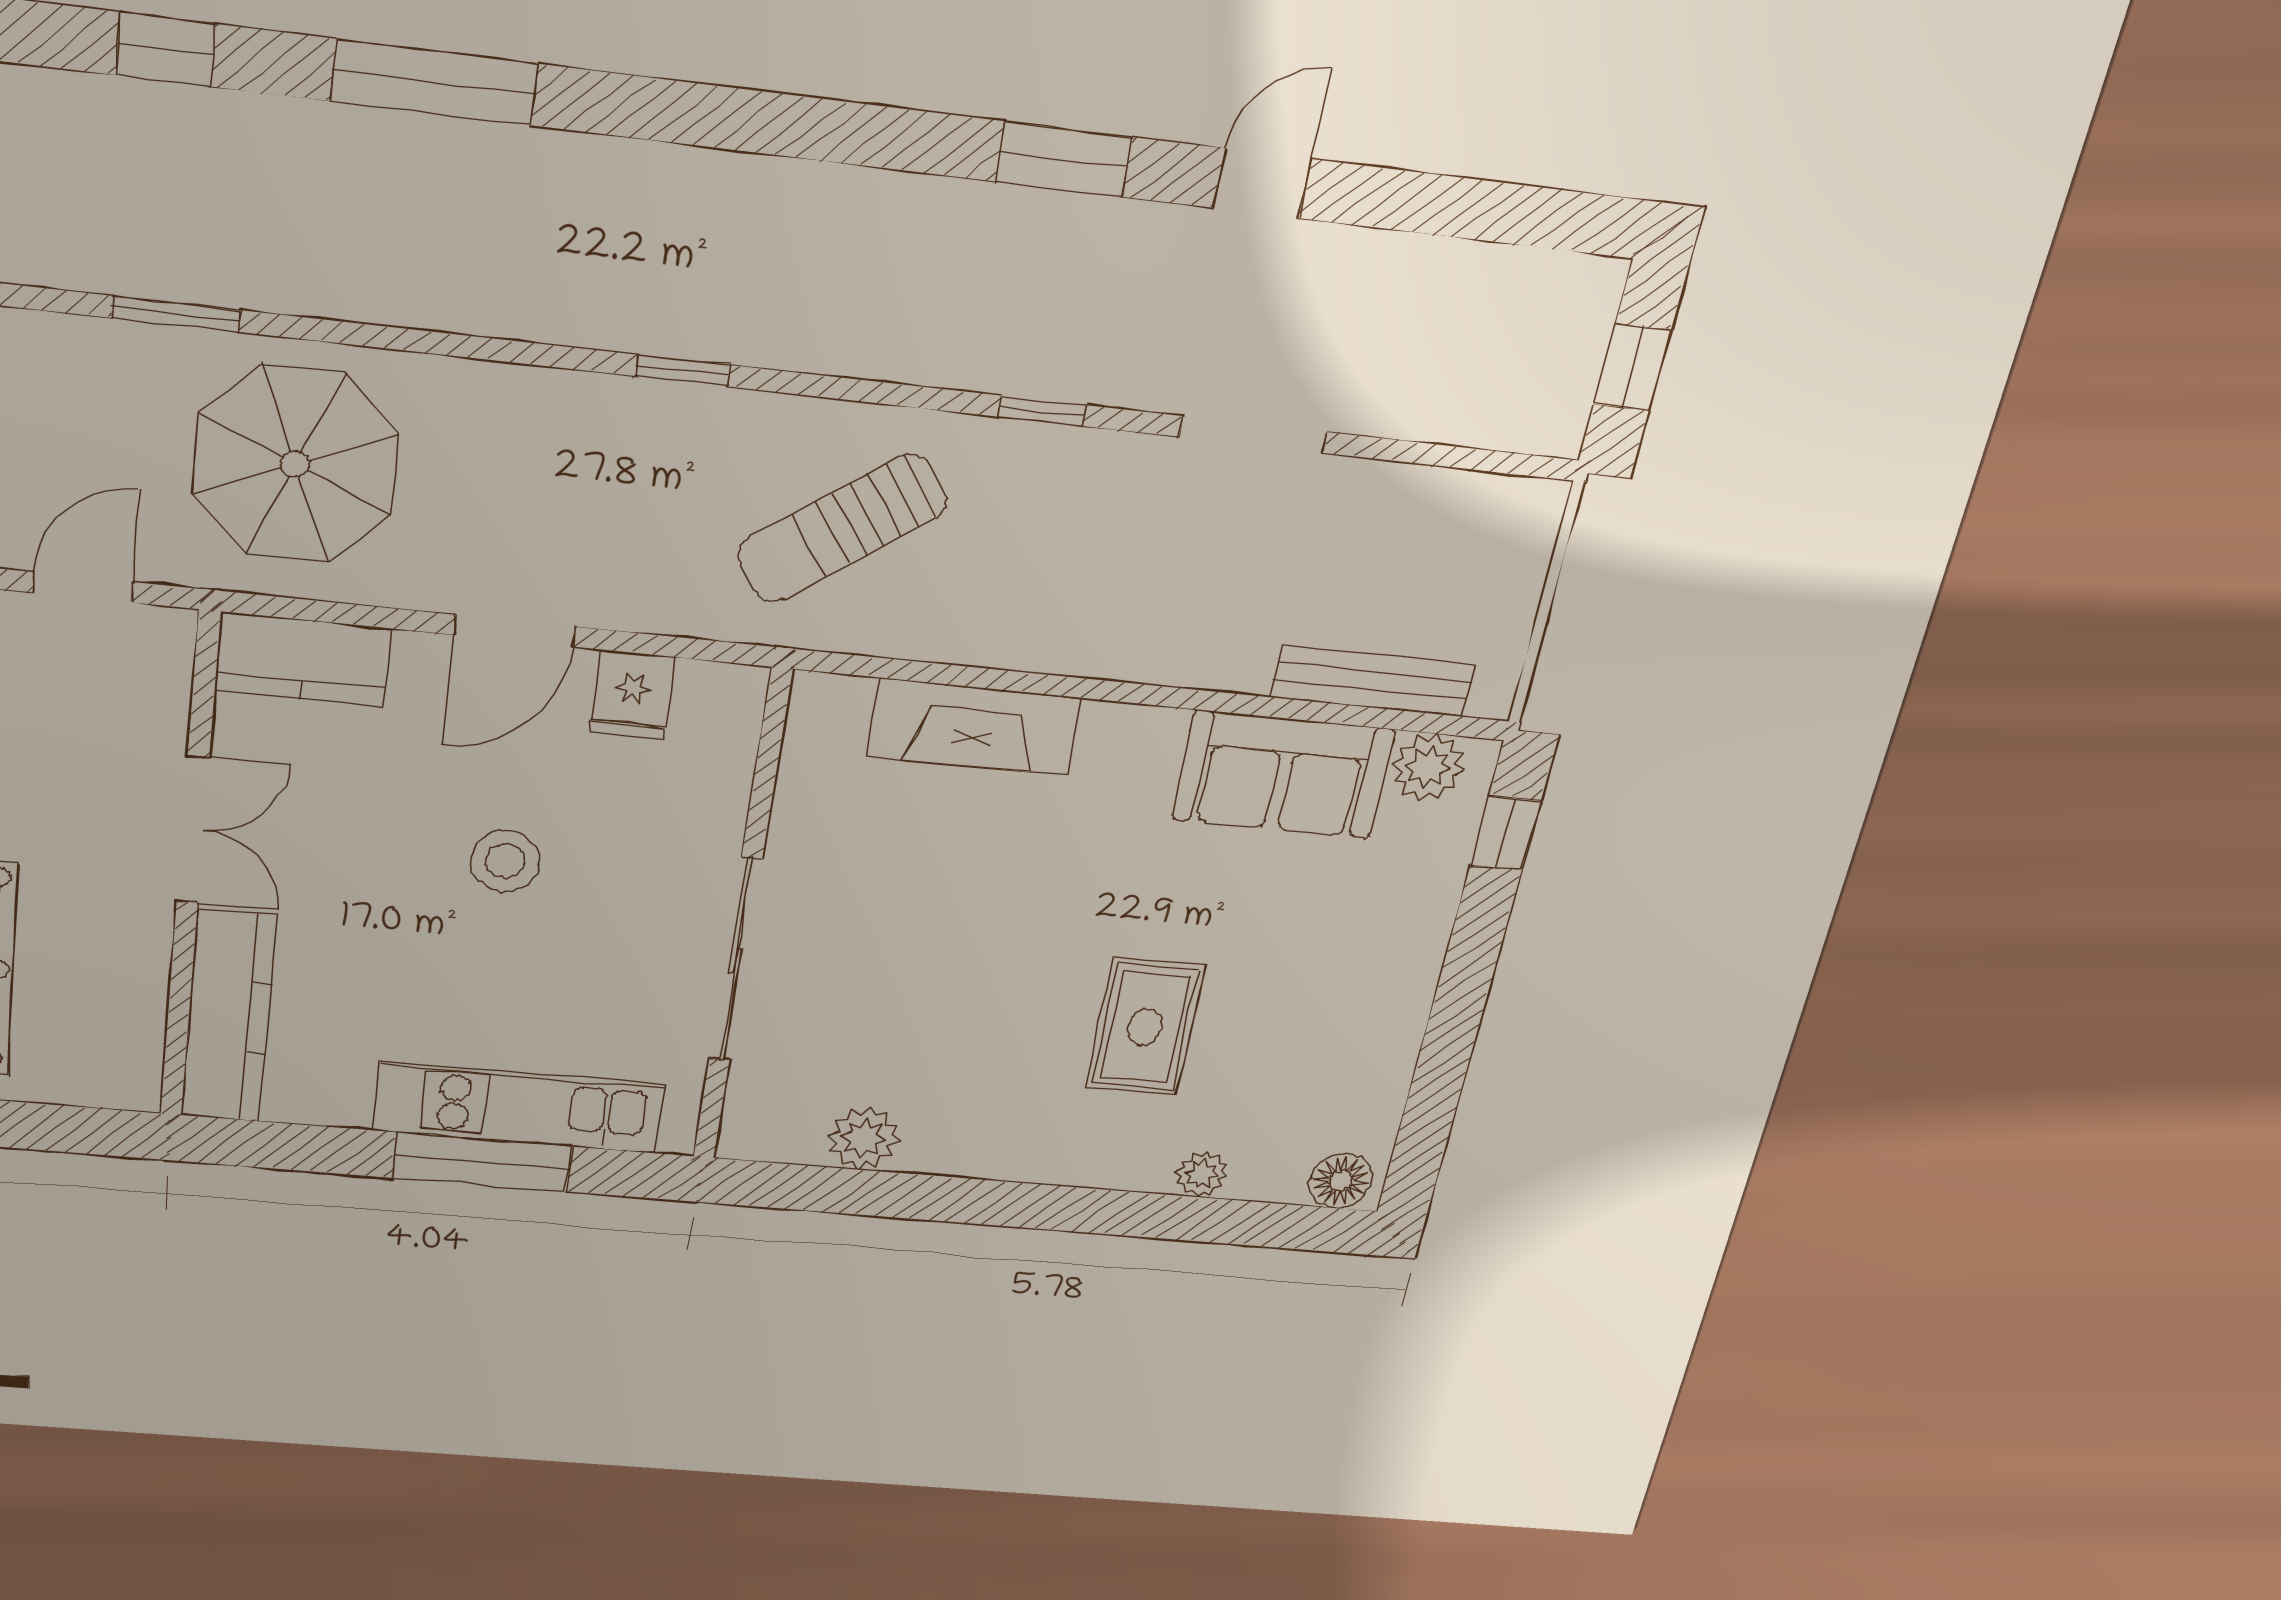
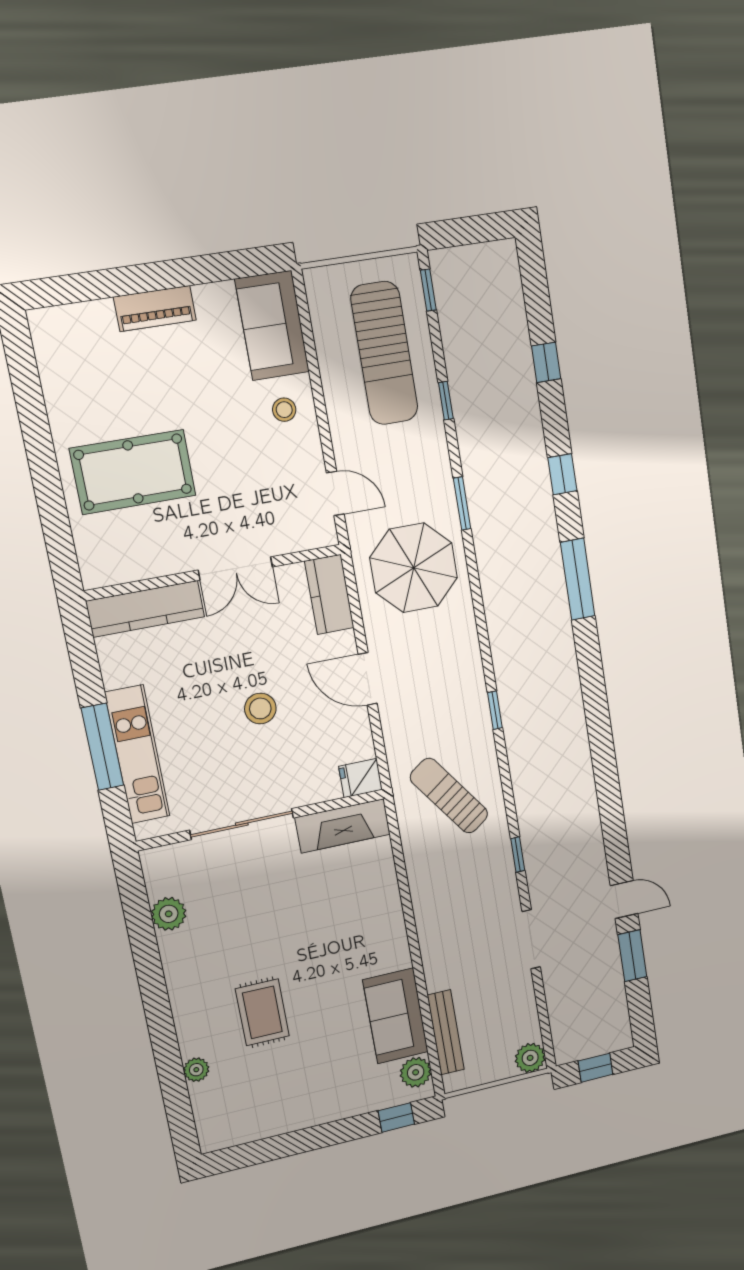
window: (1064, 159) -> (632, 956), moved
plant: (1528, 513) -> (530, 1058), added
fridge: (632, 695) -> (361, 778), moved
fireplace: (973, 727) -> (343, 826), moved, turned -90
rug: (1145, 1027) -> (262, 1012), turned 90
floor lamp: (1341, 1181) -> (212, 1131), removed

